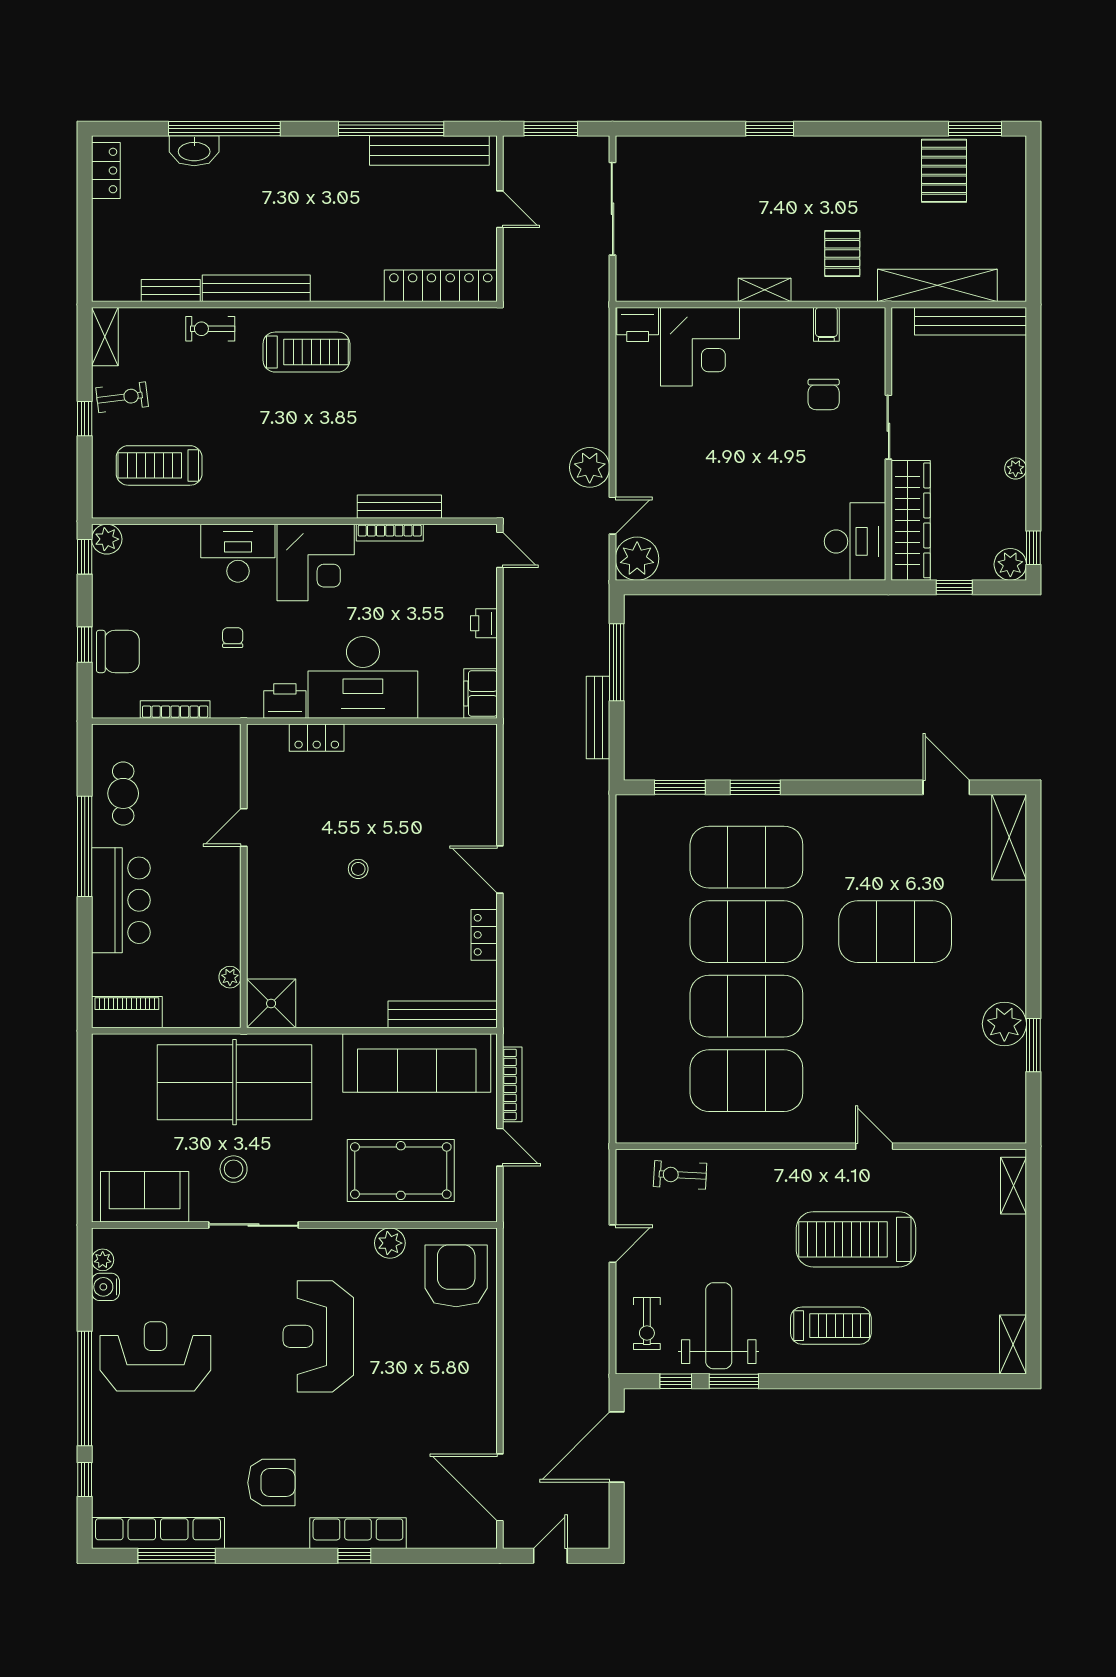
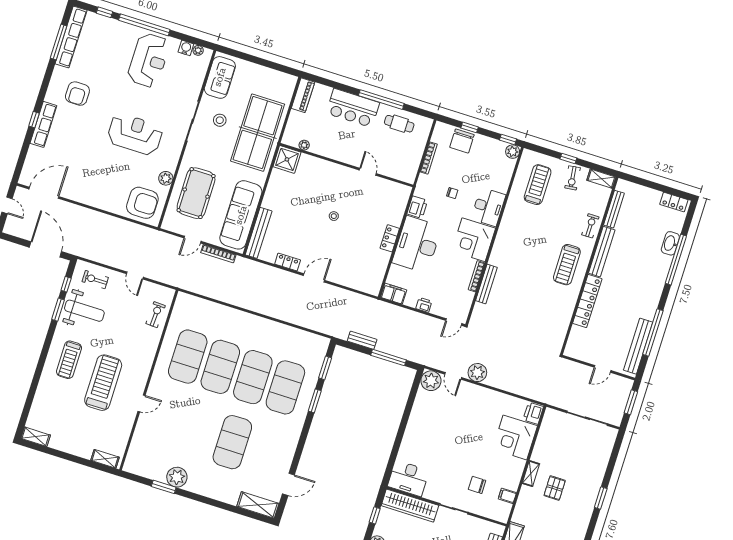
pallet: (842, 253) -> (555, 488), moved, turned 90
locker: (441, 286) -> (587, 301), moved
bench: (171, 291) -> (614, 209), width x1.36
bench: (598, 717) -> (362, 340), width x0.73
locker: (317, 738) -> (390, 238), moved

